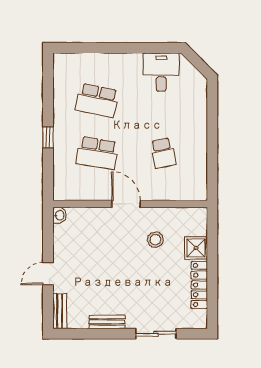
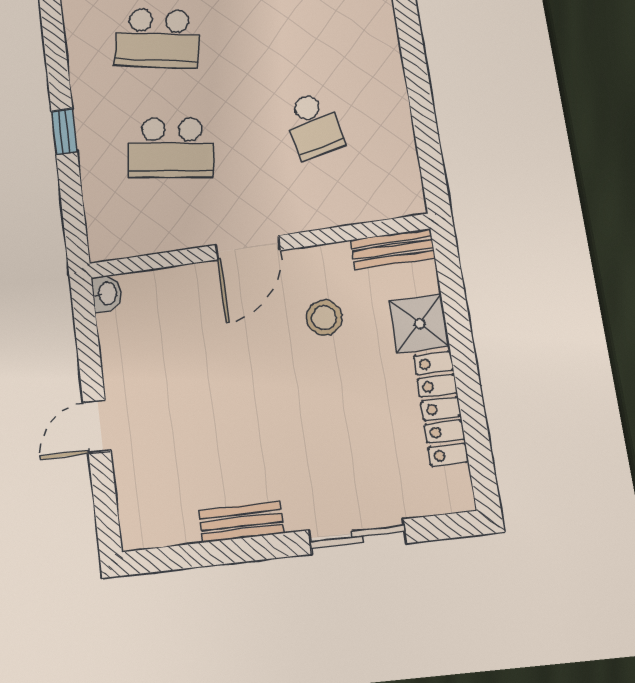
door: (126, 204) -> (248, 248), swing flipped
bench: (60, 311) -> (393, 249), moved, turned 90

